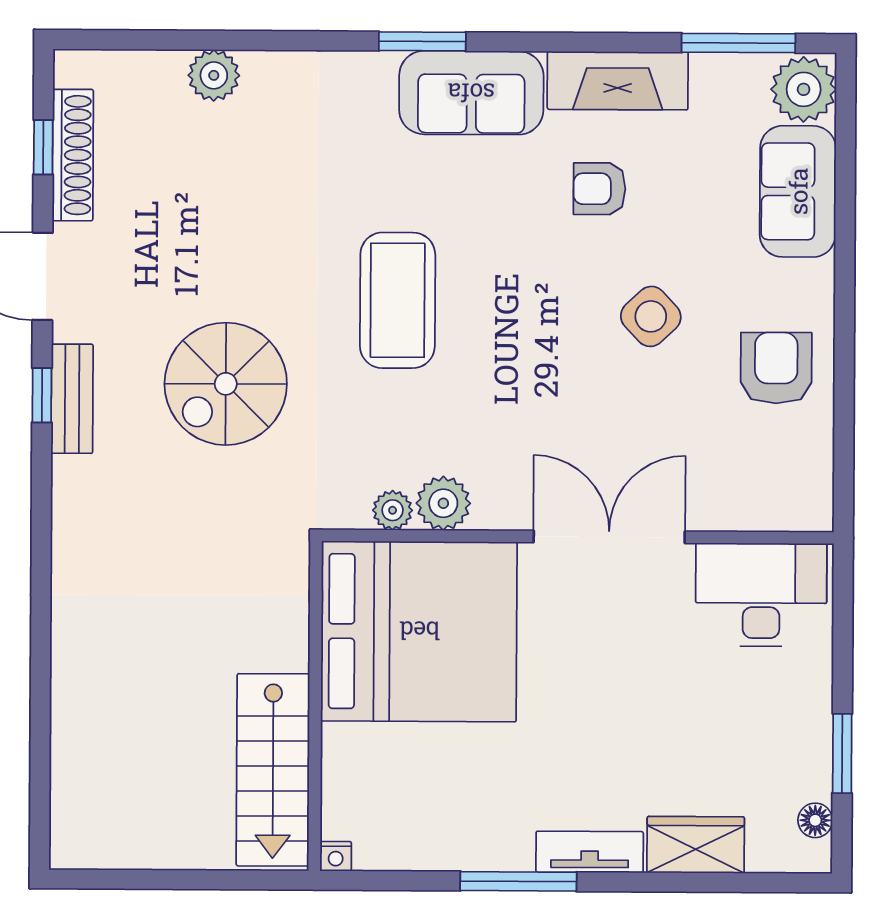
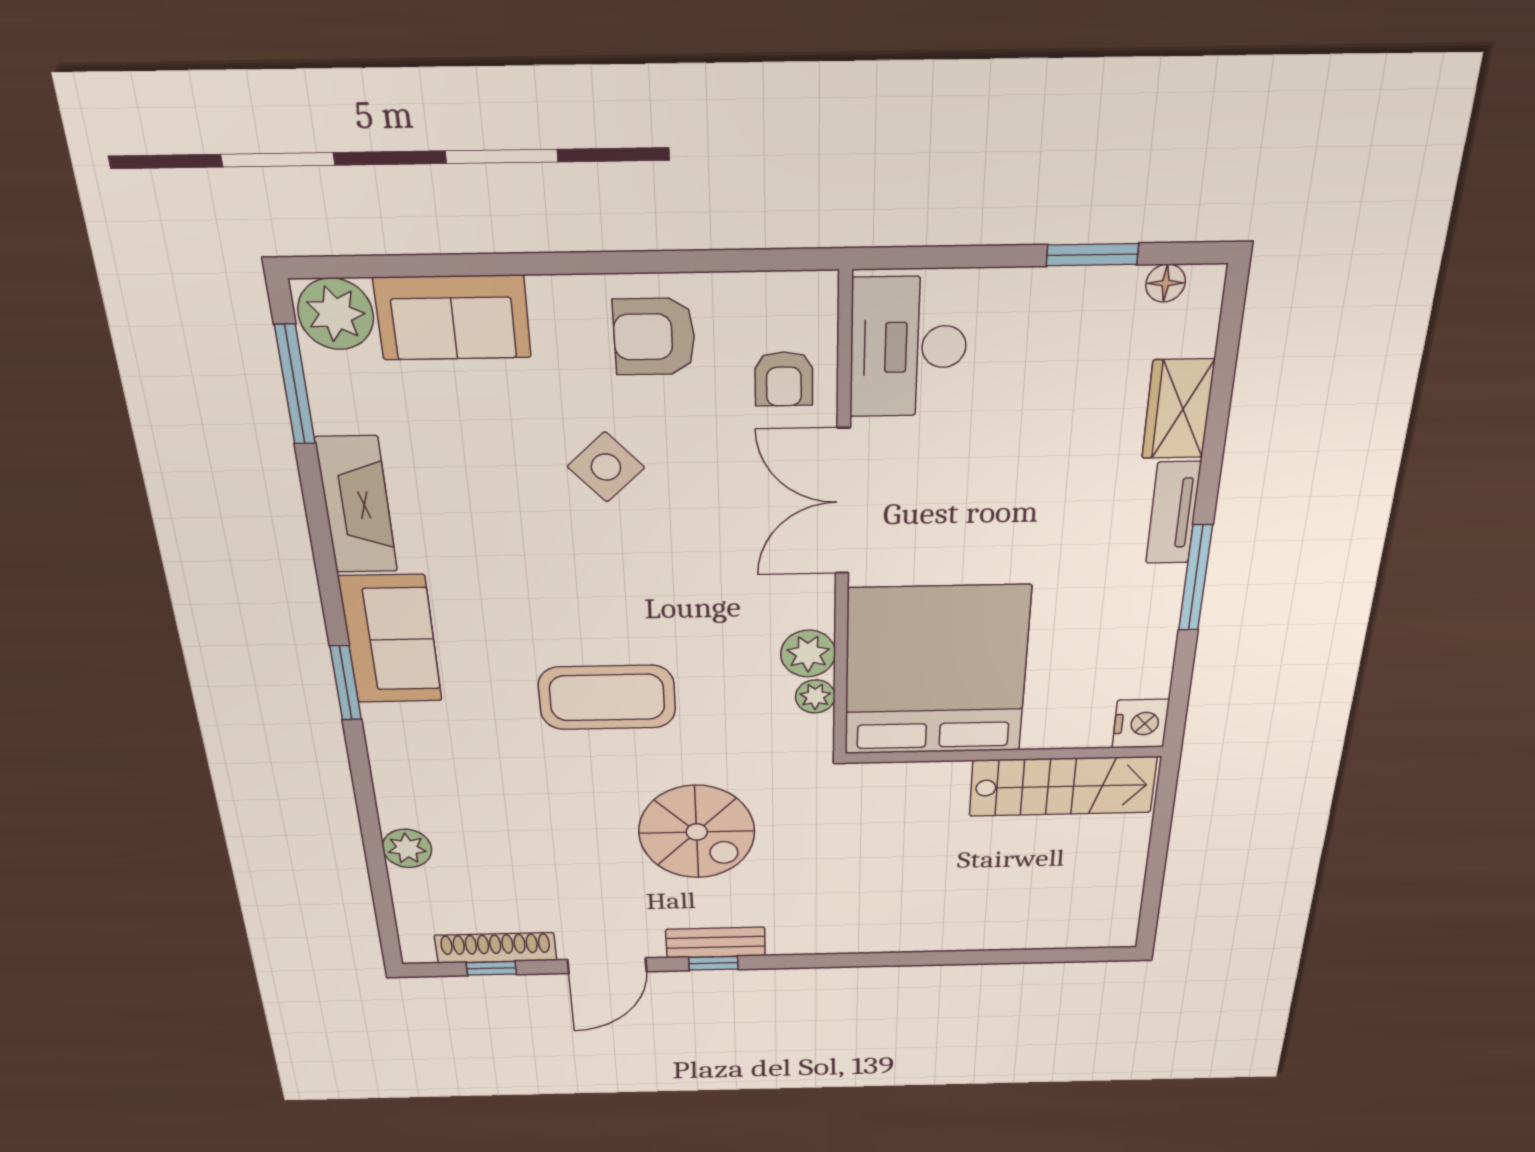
armchair: (599, 189) -> (784, 379), moved
nightstand: (336, 856) -> (1141, 724), width x1.89, depth x1.79

